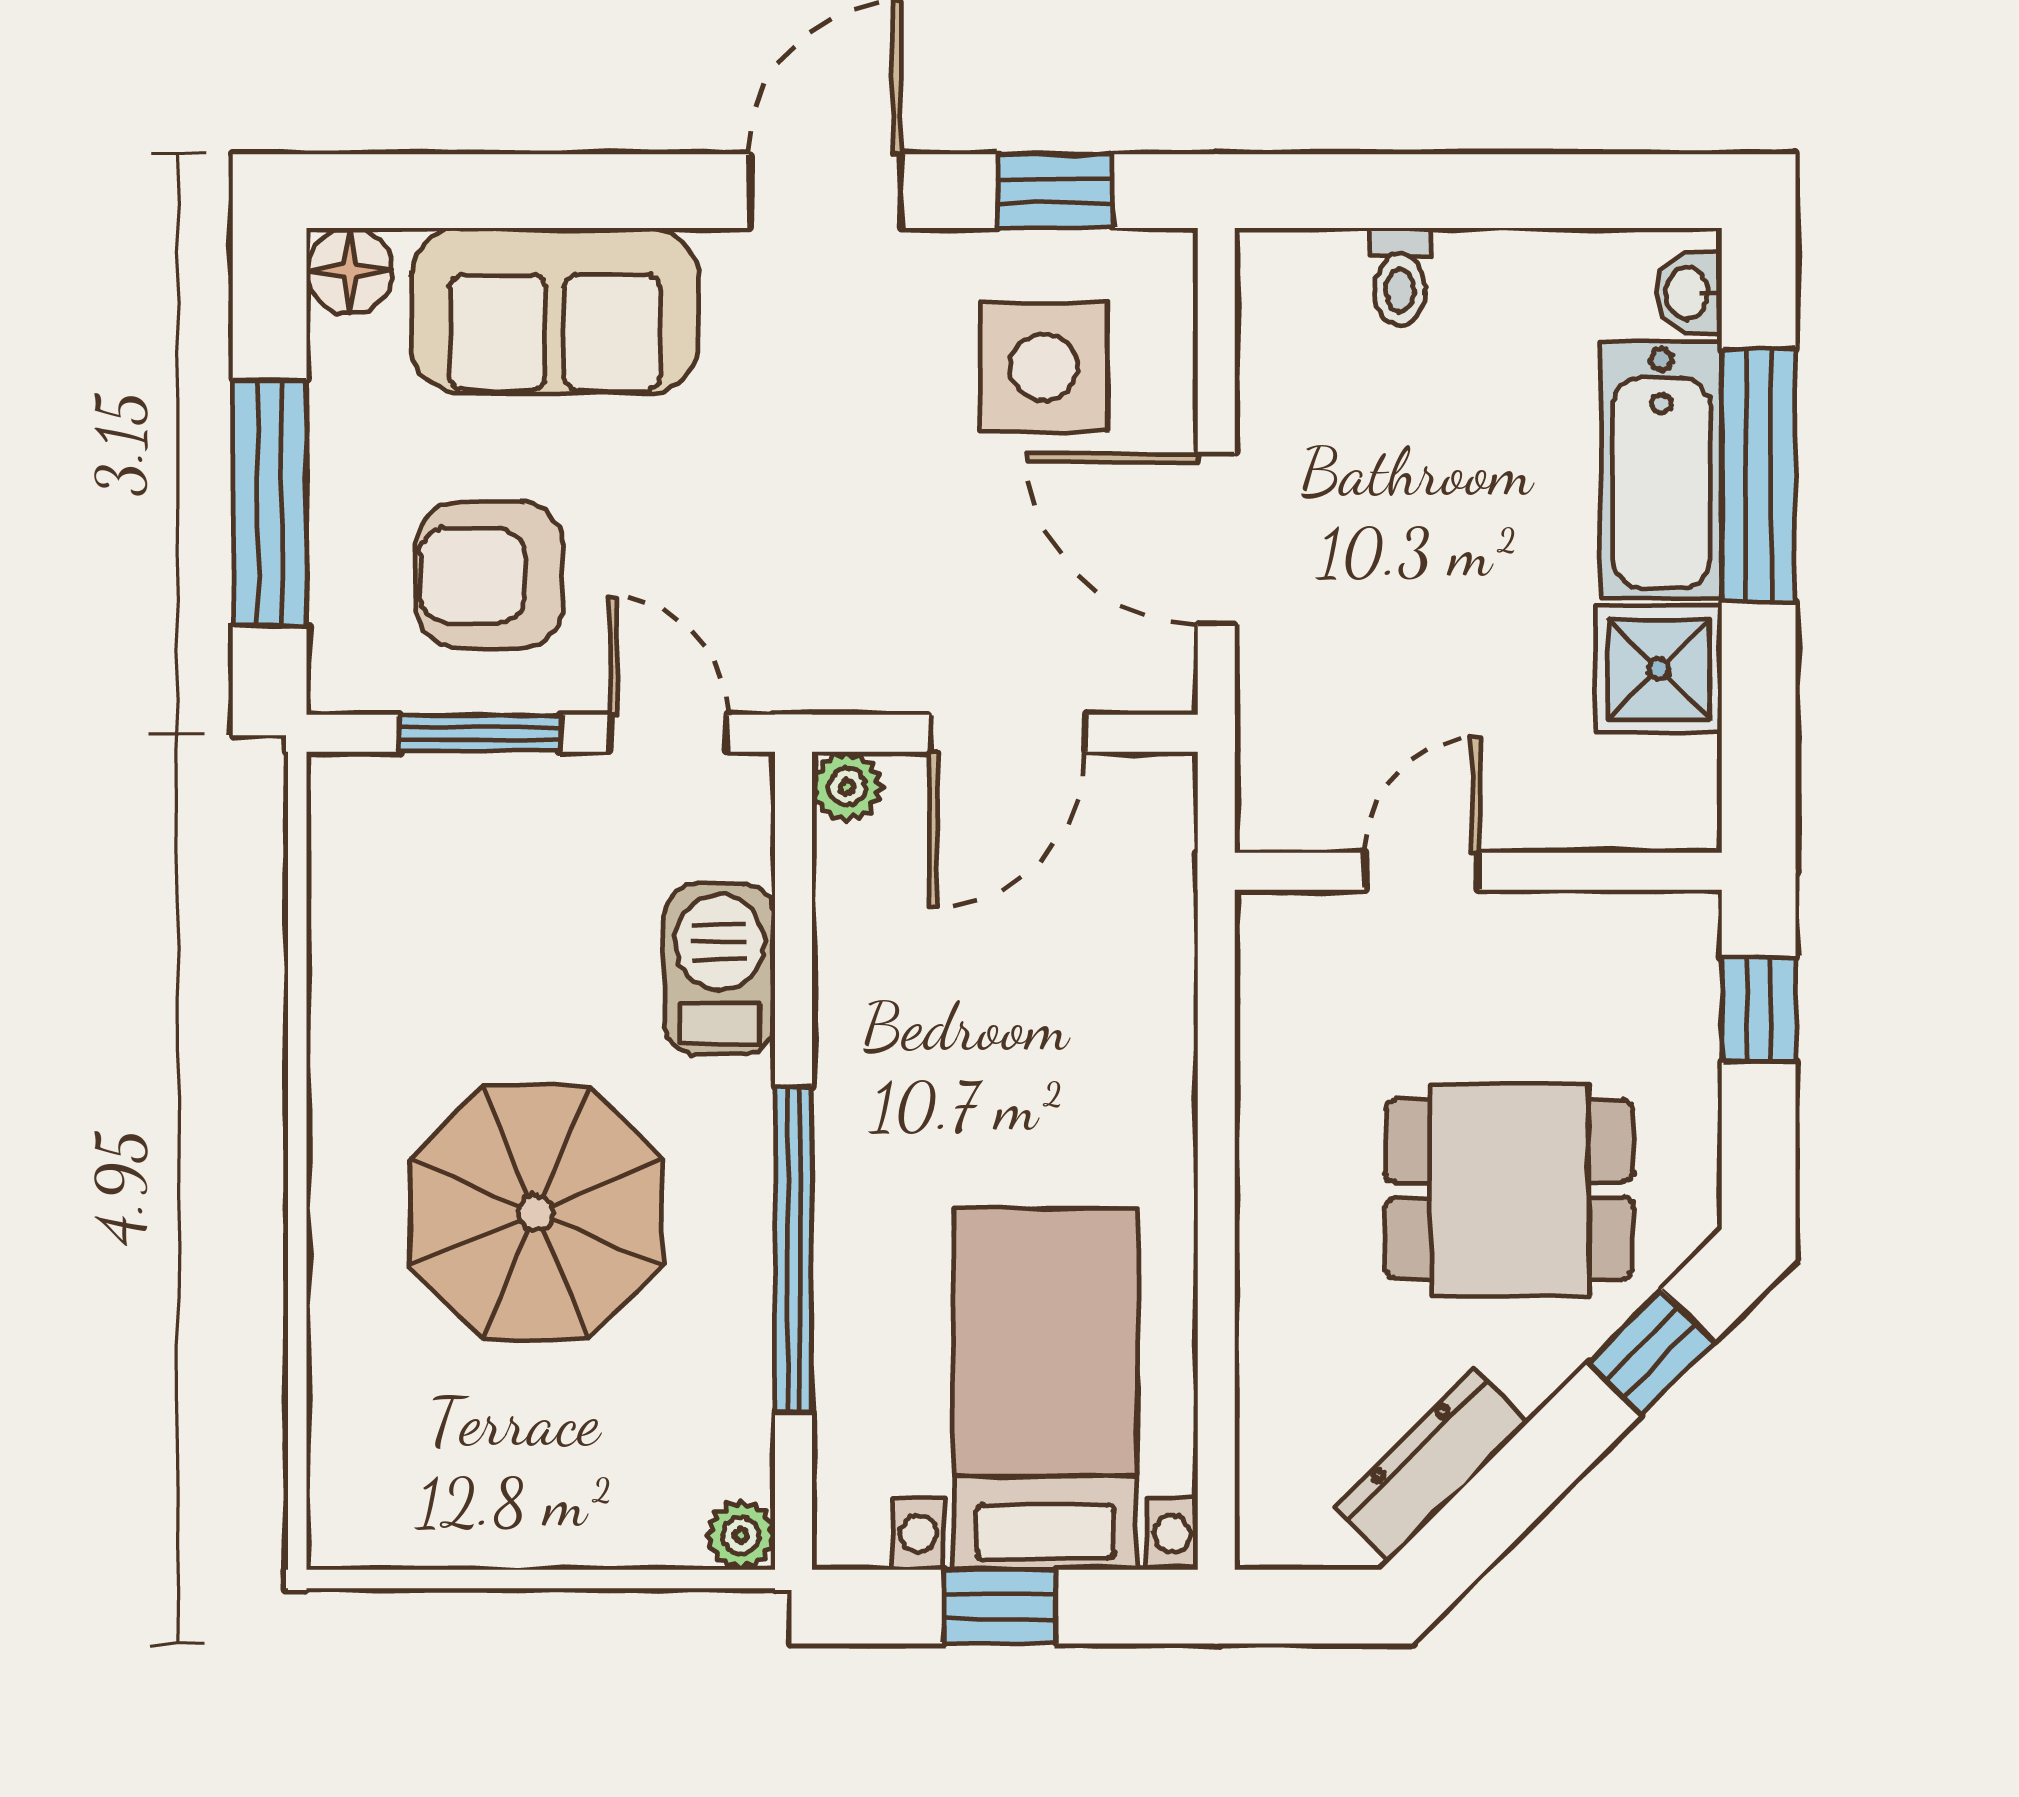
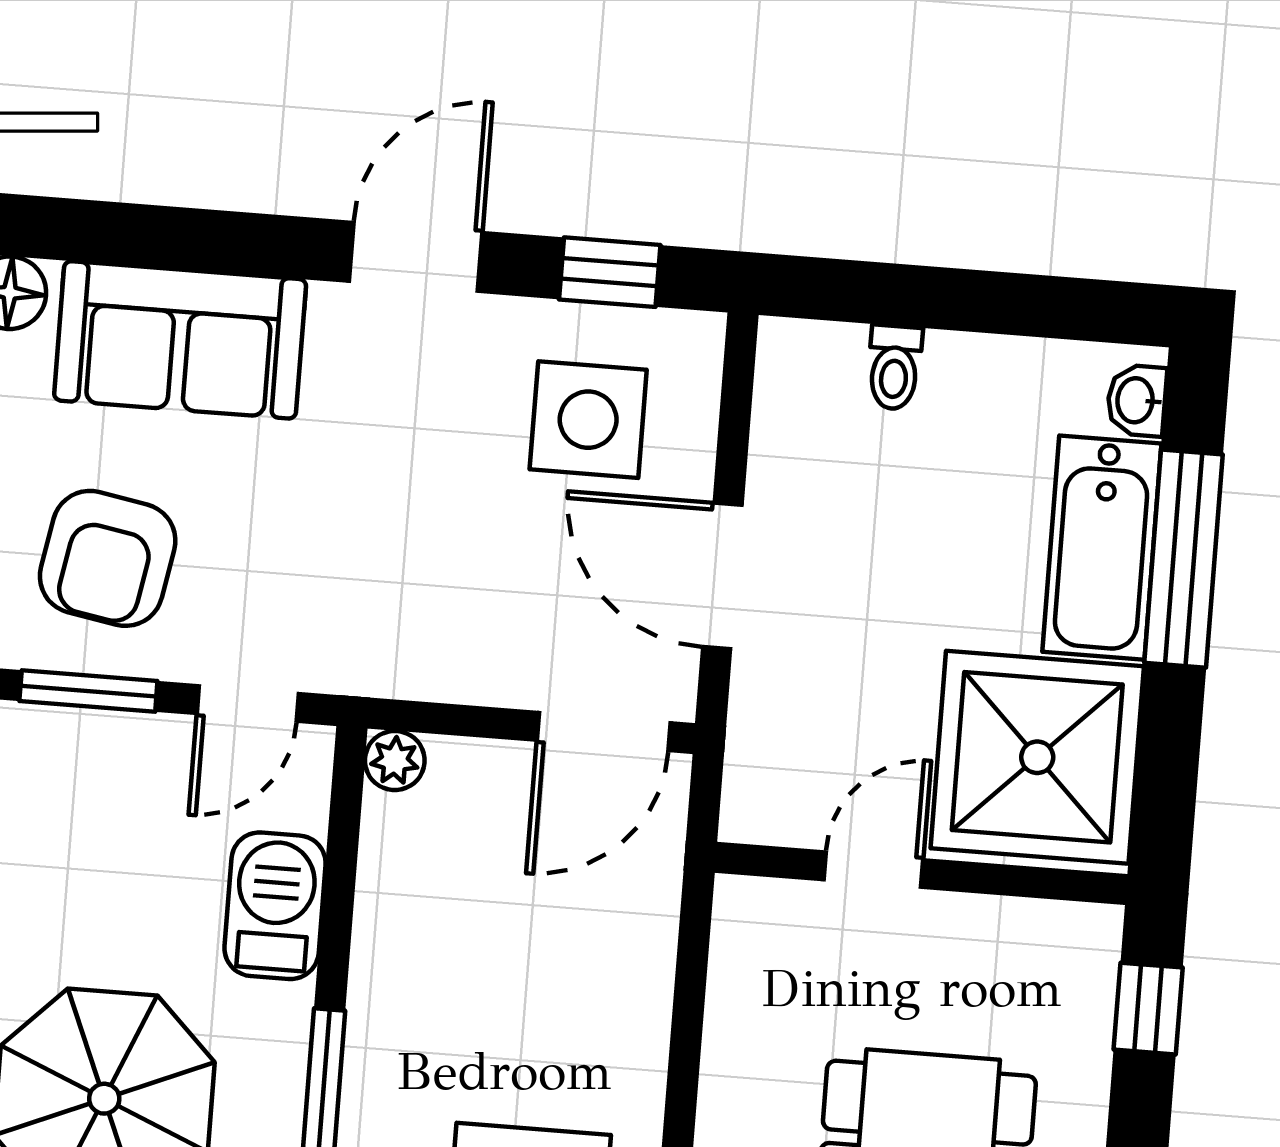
armchair: (490, 575) -> (108, 558), turned -80
shower: (1659, 669) -> (1037, 757), width x1.86, depth x1.86
door: (668, 733) -> (248, 704), swing flipped
door: (1007, 733) -> (604, 732), moved

